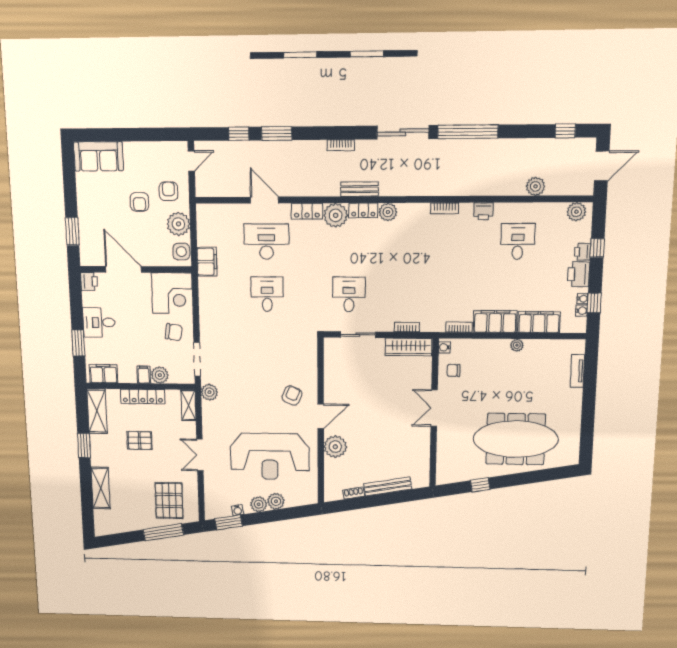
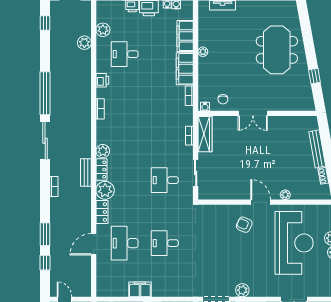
plant: (576, 212) -> (103, 30), moved
meeting table: (516, 439) -> (277, 50), width x0.73
plant: (335, 447) -> (285, 195), width x0.53, depth x0.53

